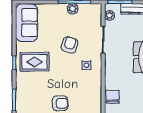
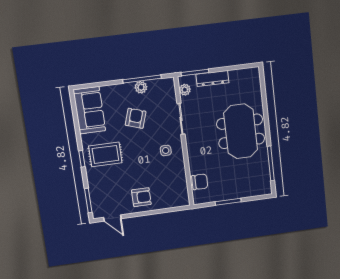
armchair: (70, 45) -> (136, 118), moved
chair: (112, 97) -> (200, 182), turned 90

